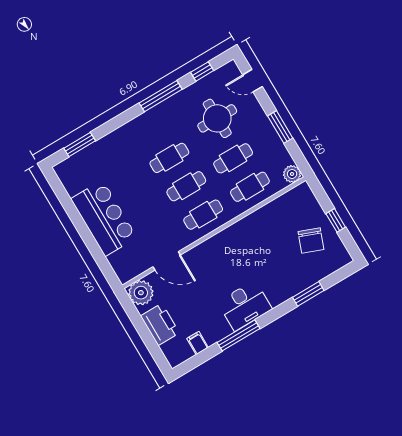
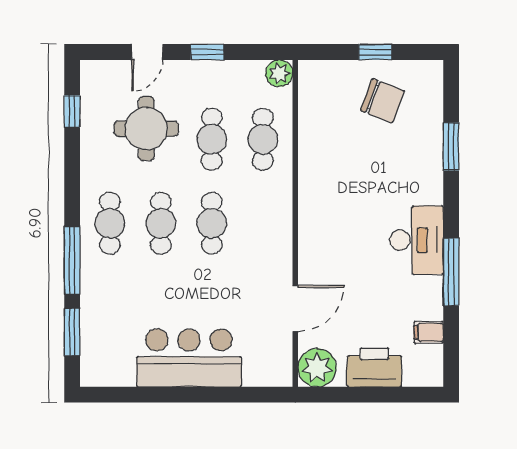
door: (252, 81) -> (147, 52), moved
window: (161, 96) -> (72, 260), moved
window: (280, 127) -> (207, 52), width x0.67
cafe table: (203, 215) -> (110, 223), moved

